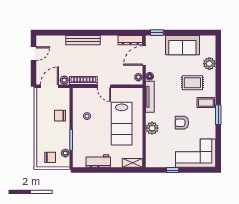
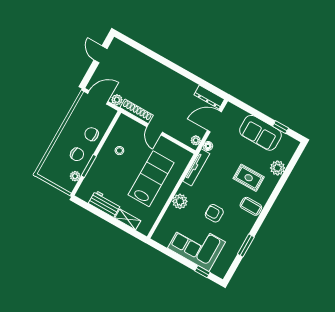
window: (157, 33) -> (281, 127), moved
bench: (83, 40) -> (160, 69), removed
door: (34, 54) -> (100, 54), swing flipped
window: (218, 115) -> (246, 245), moved
lab bench: (122, 124) -> (151, 179), turned 180
corner sofa: (196, 153) -> (196, 245), moved
chair: (50, 157) -> (77, 154), moved
shelving: (132, 163) -> (128, 219), moved
window: (173, 170) -> (203, 272), moved

